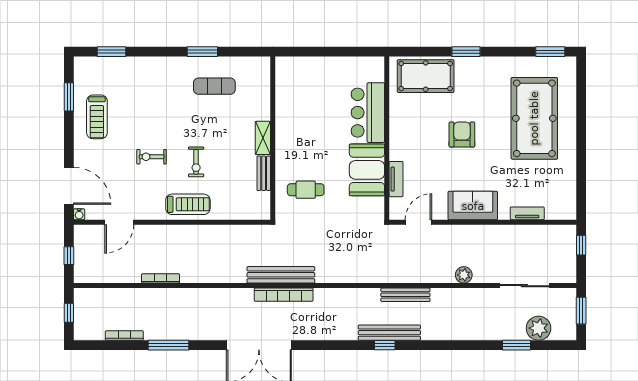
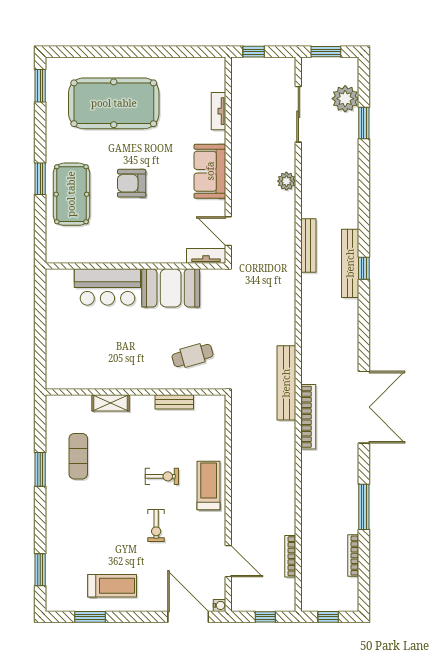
pool table: (426, 76) -> (71, 194), moved
shelving: (263, 138) -> (111, 403), moved
tv unit: (396, 179) -> (206, 256), moved
door: (69, 186) -> (188, 617), hinge flipped
cafe table: (306, 190) -> (193, 355), turned 74
bookcase: (161, 278) -> (290, 556), moved
bookcase: (284, 295) -> (308, 417), moved

